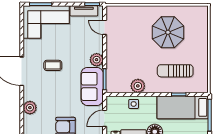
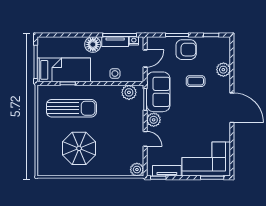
plant: (113, 12) -> (137, 170), added
door: (105, 27) -> (145, 139), moved
coffee table: (53, 65) -> (196, 81), moved
sun lounger: (175, 71) -> (71, 108), width x1.36, depth x1.34
plant: (138, 86) -> (129, 92), moved

